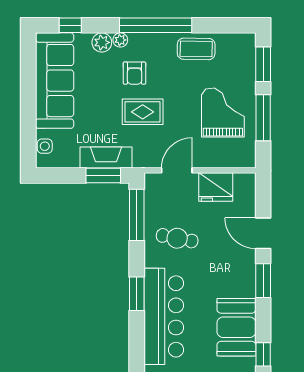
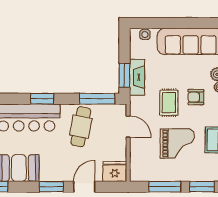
grand piano: (223, 112) -> (177, 144), moved
fridge: (216, 187) -> (115, 172), moved, turned 90
cafe table: (177, 238) -> (81, 127), width x1.37, depth x1.35

